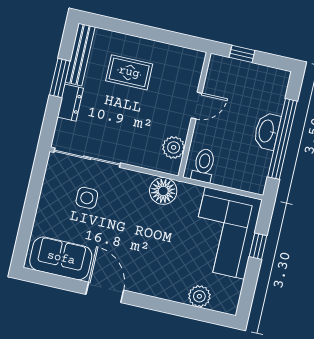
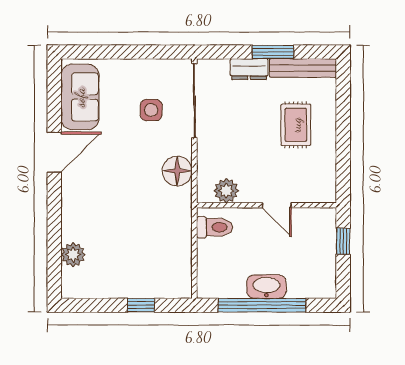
floor lamp: (163, 191) -> (177, 171), moved
corner sofa: (225, 233) -> (147, 266), removed

